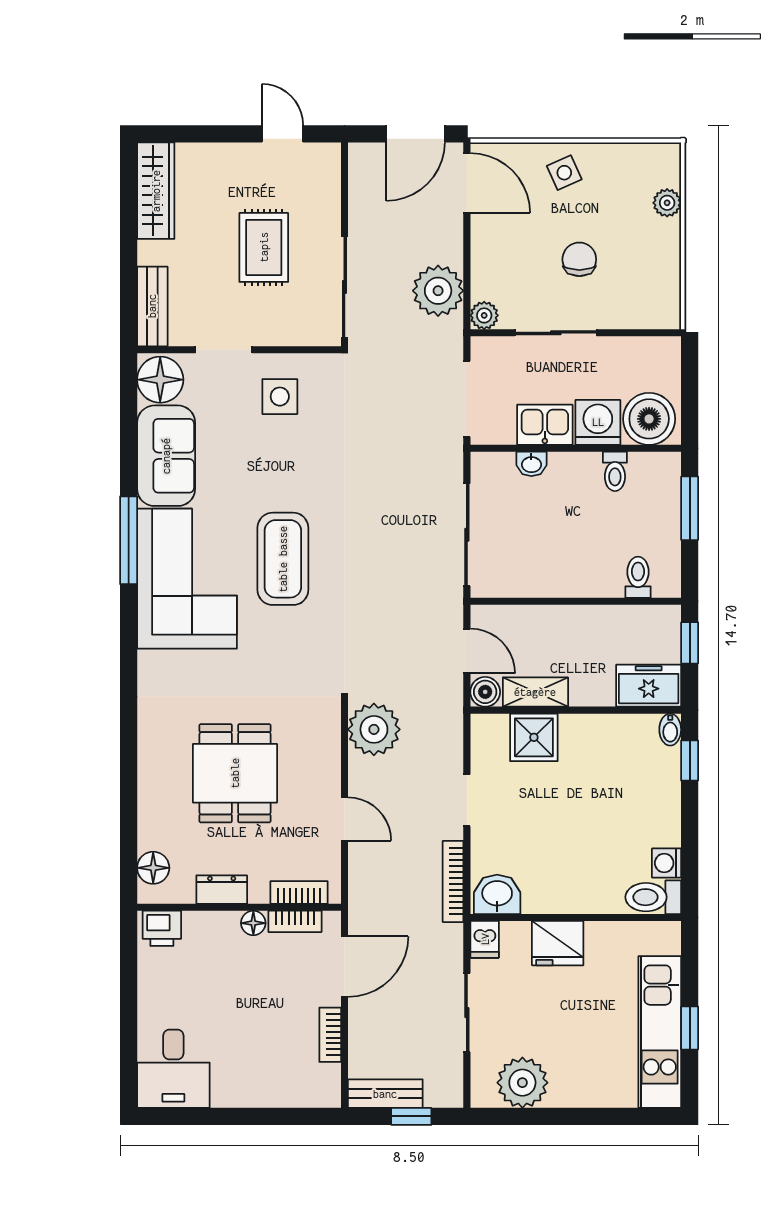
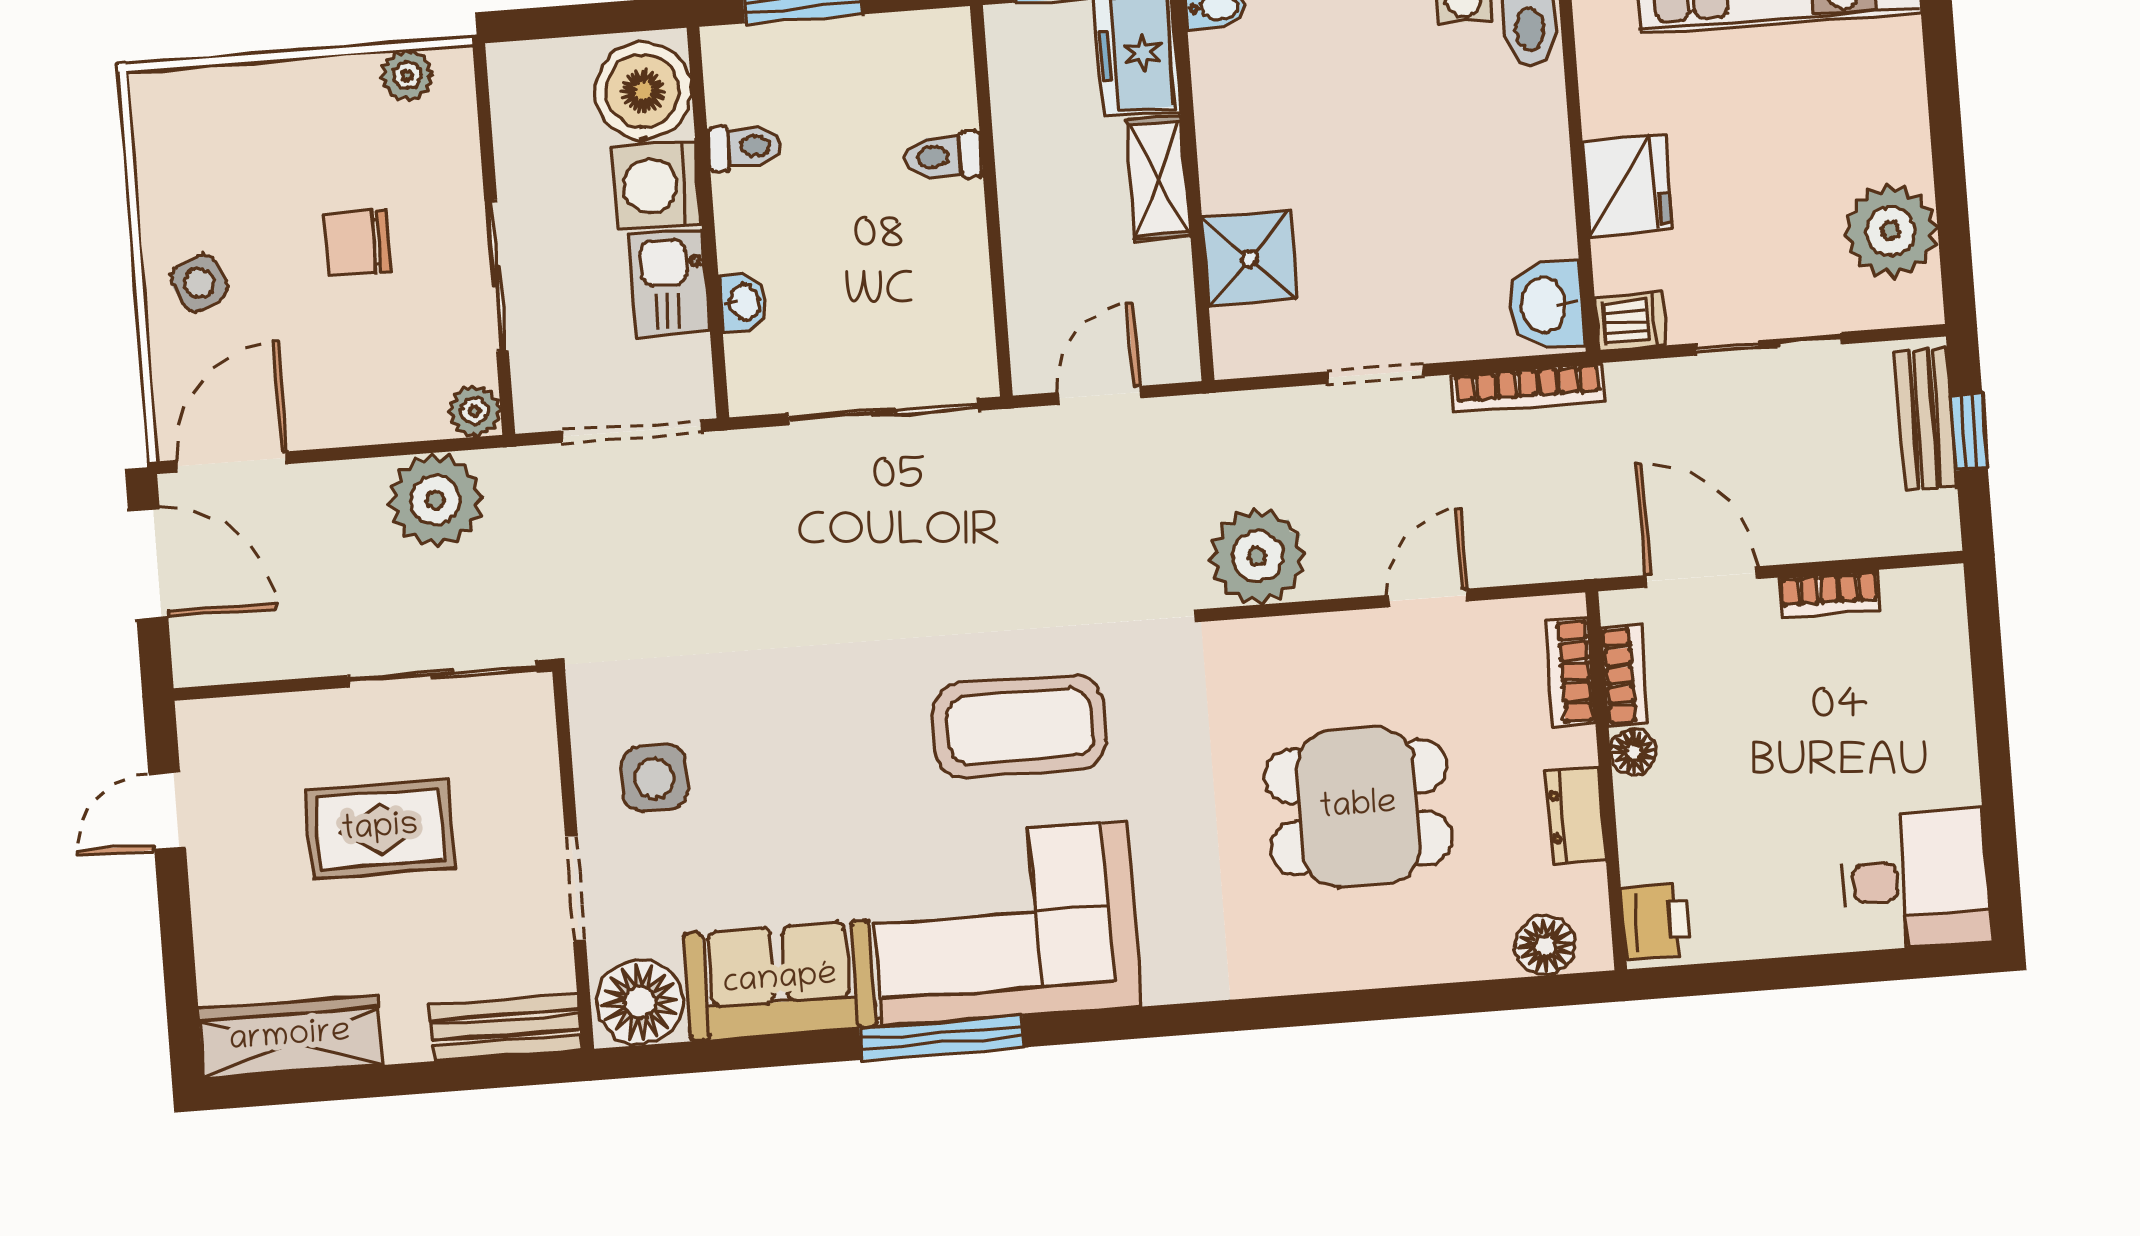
plant: (667, 203) -> (407, 75), moved
coffee table: (283, 559) -> (1020, 726), moved
toilet: (638, 577) -> (943, 156), moved
boiler: (485, 692) -> (1172, 356), removed
shelving: (535, 692) -> (1159, 178), moved
bench: (385, 1094) -> (1926, 419), moved

